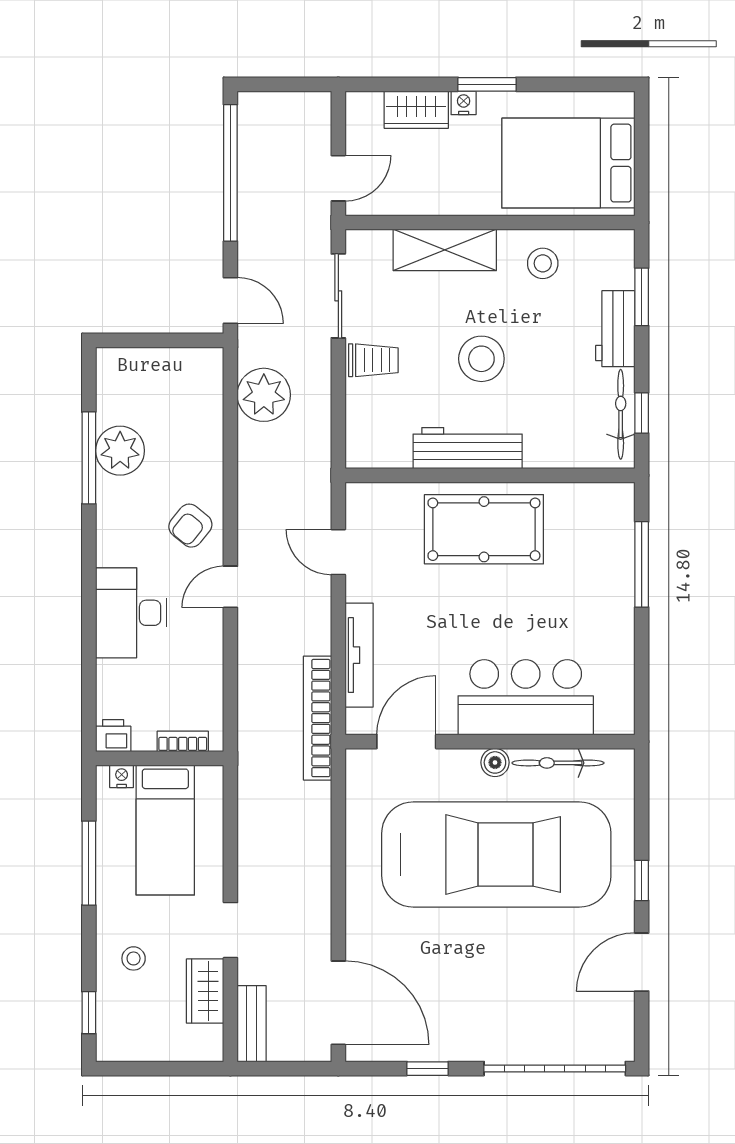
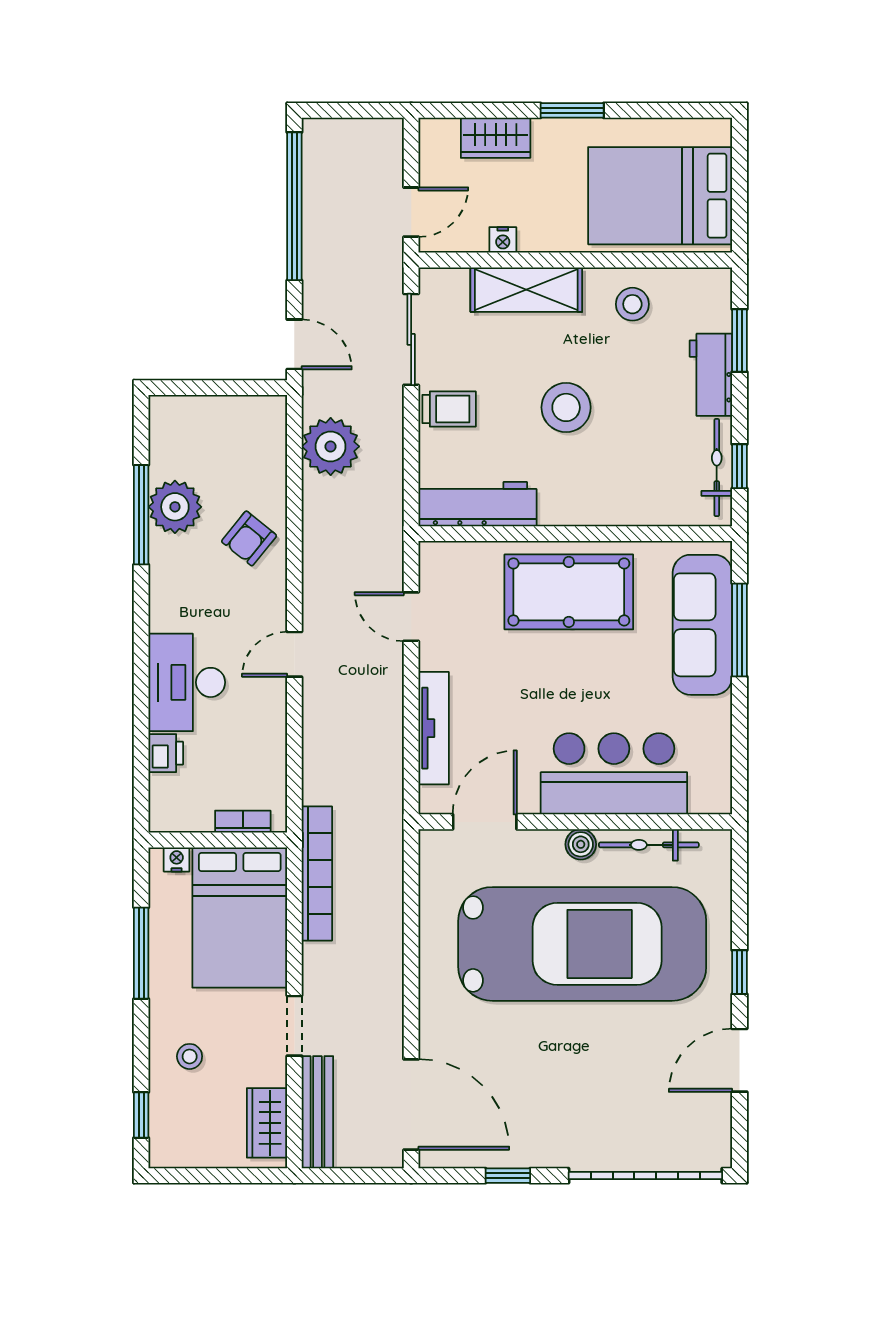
nightstand: (464, 103) -> (503, 240), moved, turned 180
workbench: (468, 448) -> (477, 504), moved
armchair: (190, 526) -> (249, 538), moved
sofa: (607, 560) -> (702, 625), added
bookcase: (317, 718) -> (317, 873), moved, turned 180
printer: (113, 736) -> (166, 753), moved, turned 90
bed: (165, 830) -> (240, 917), width x1.50
wardrobe: (205, 991) -> (267, 1123), moved
bench: (252, 1024) -> (317, 1112), width x1.36

